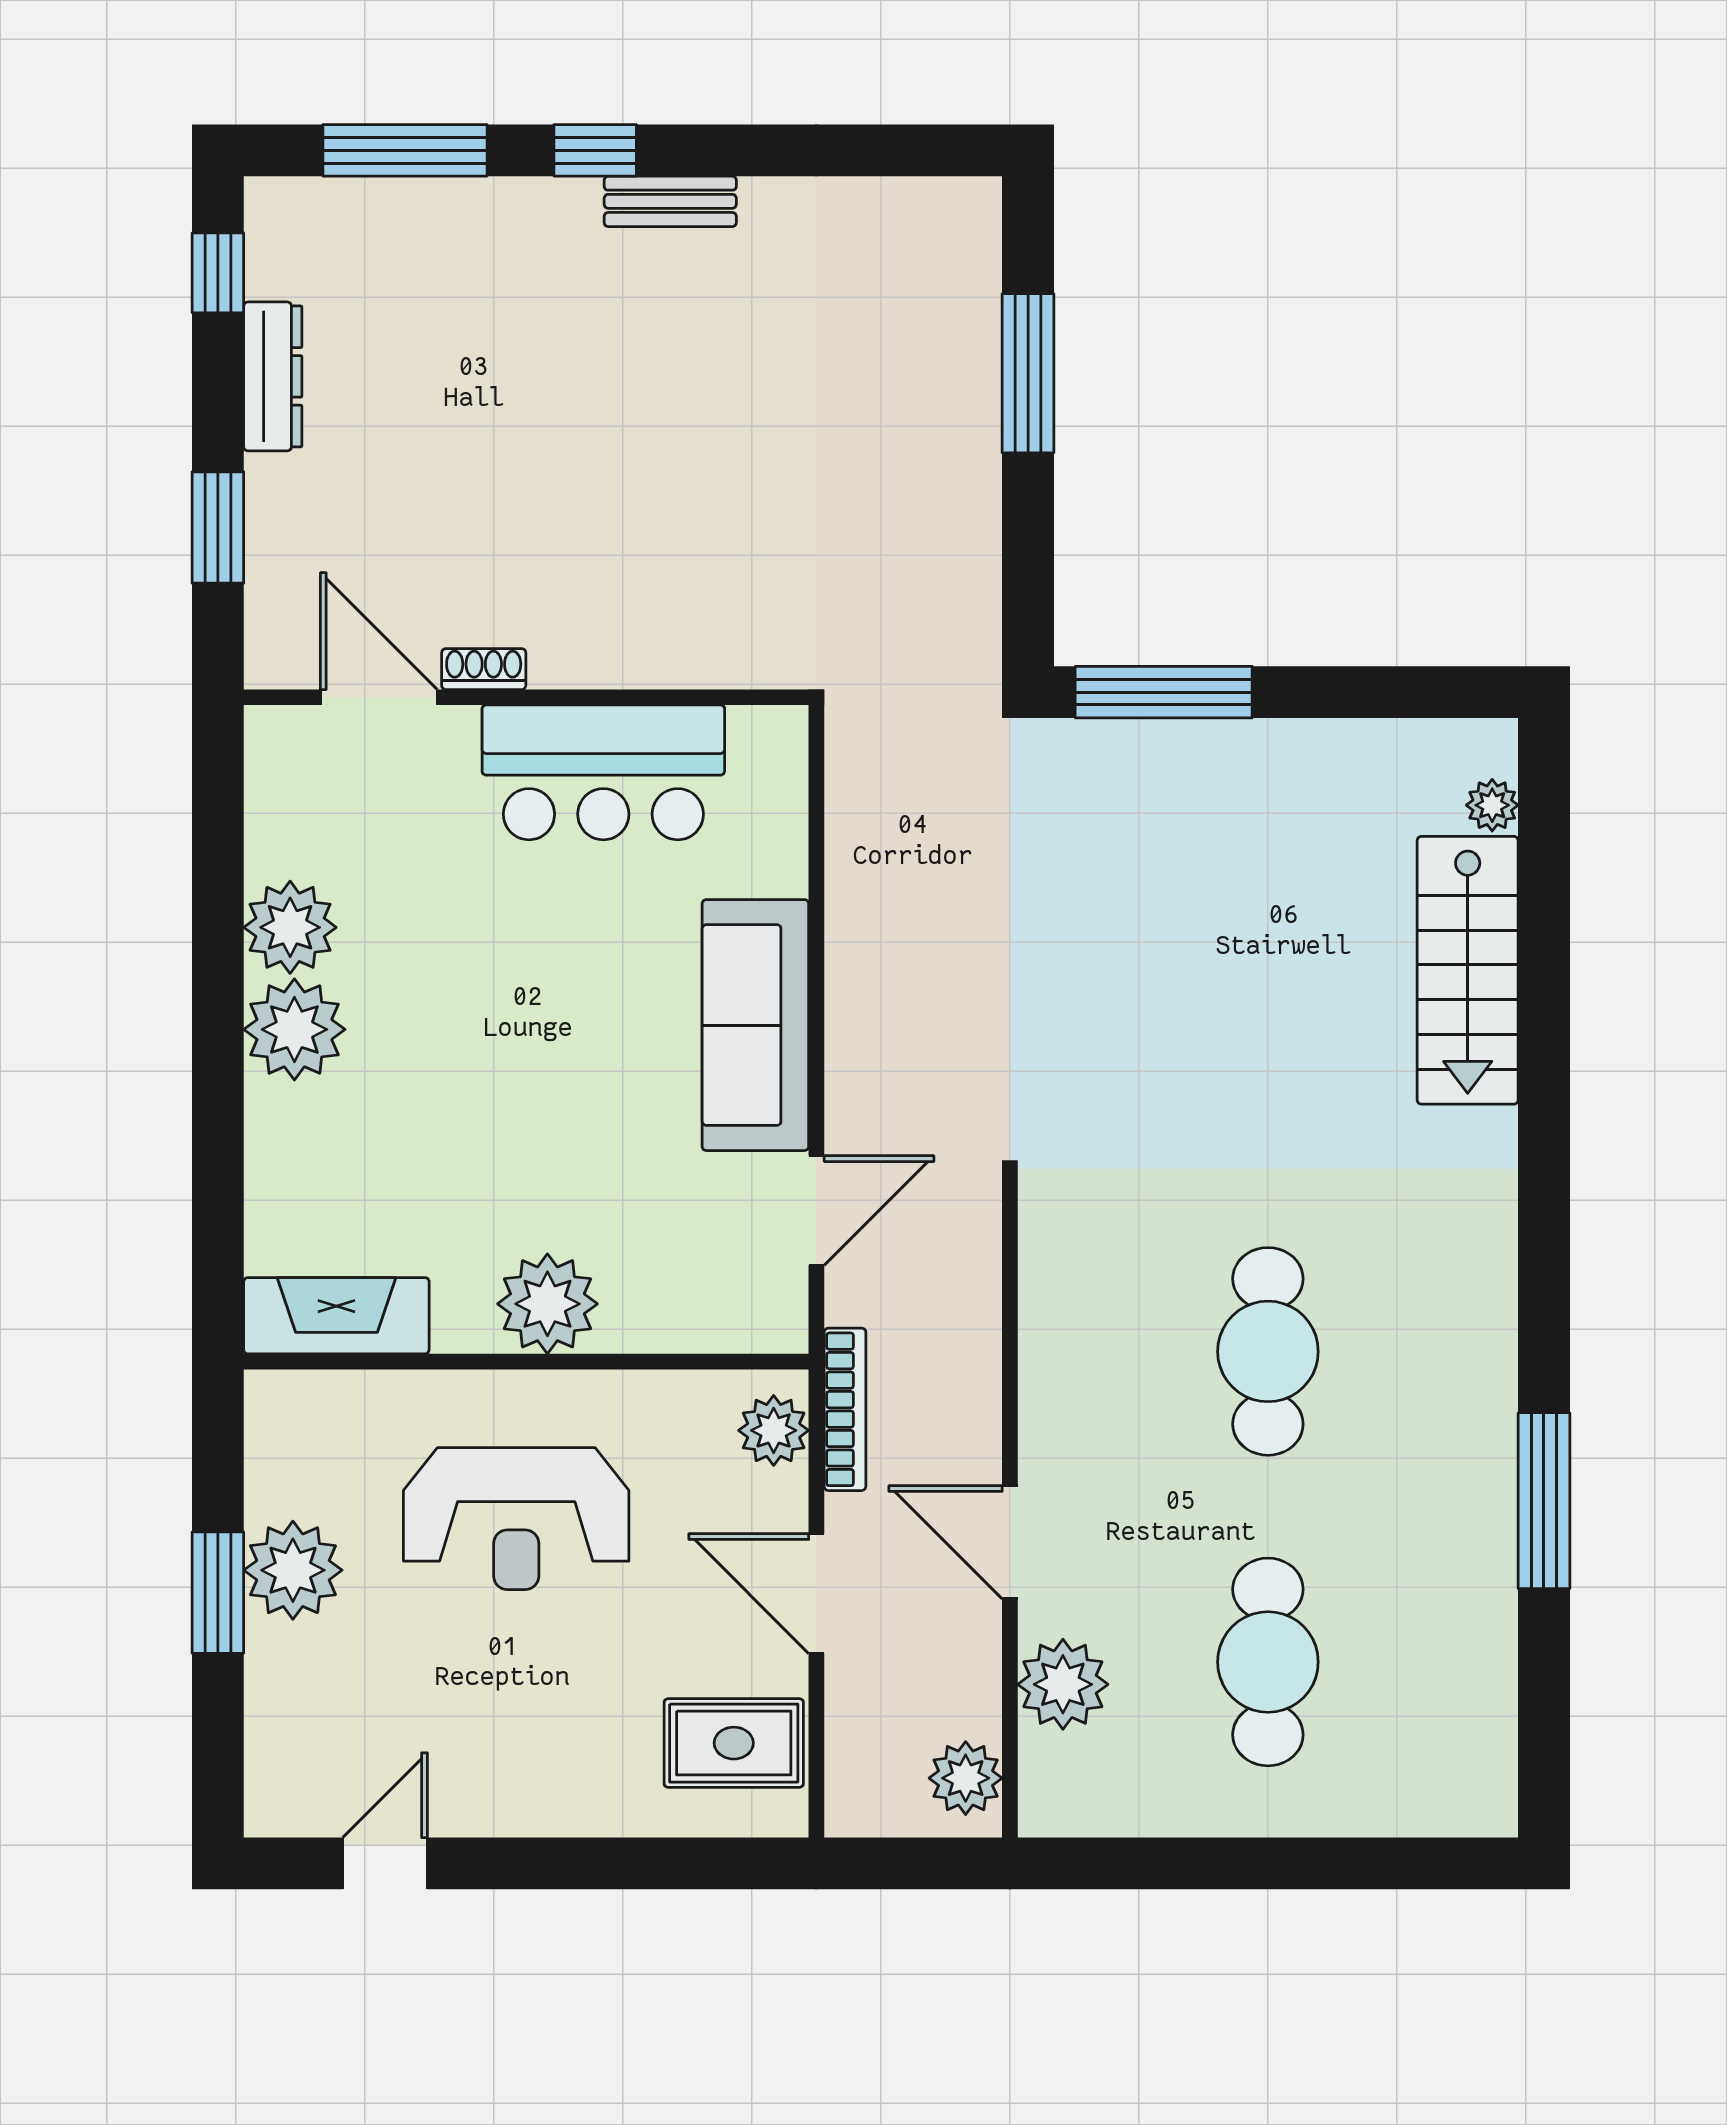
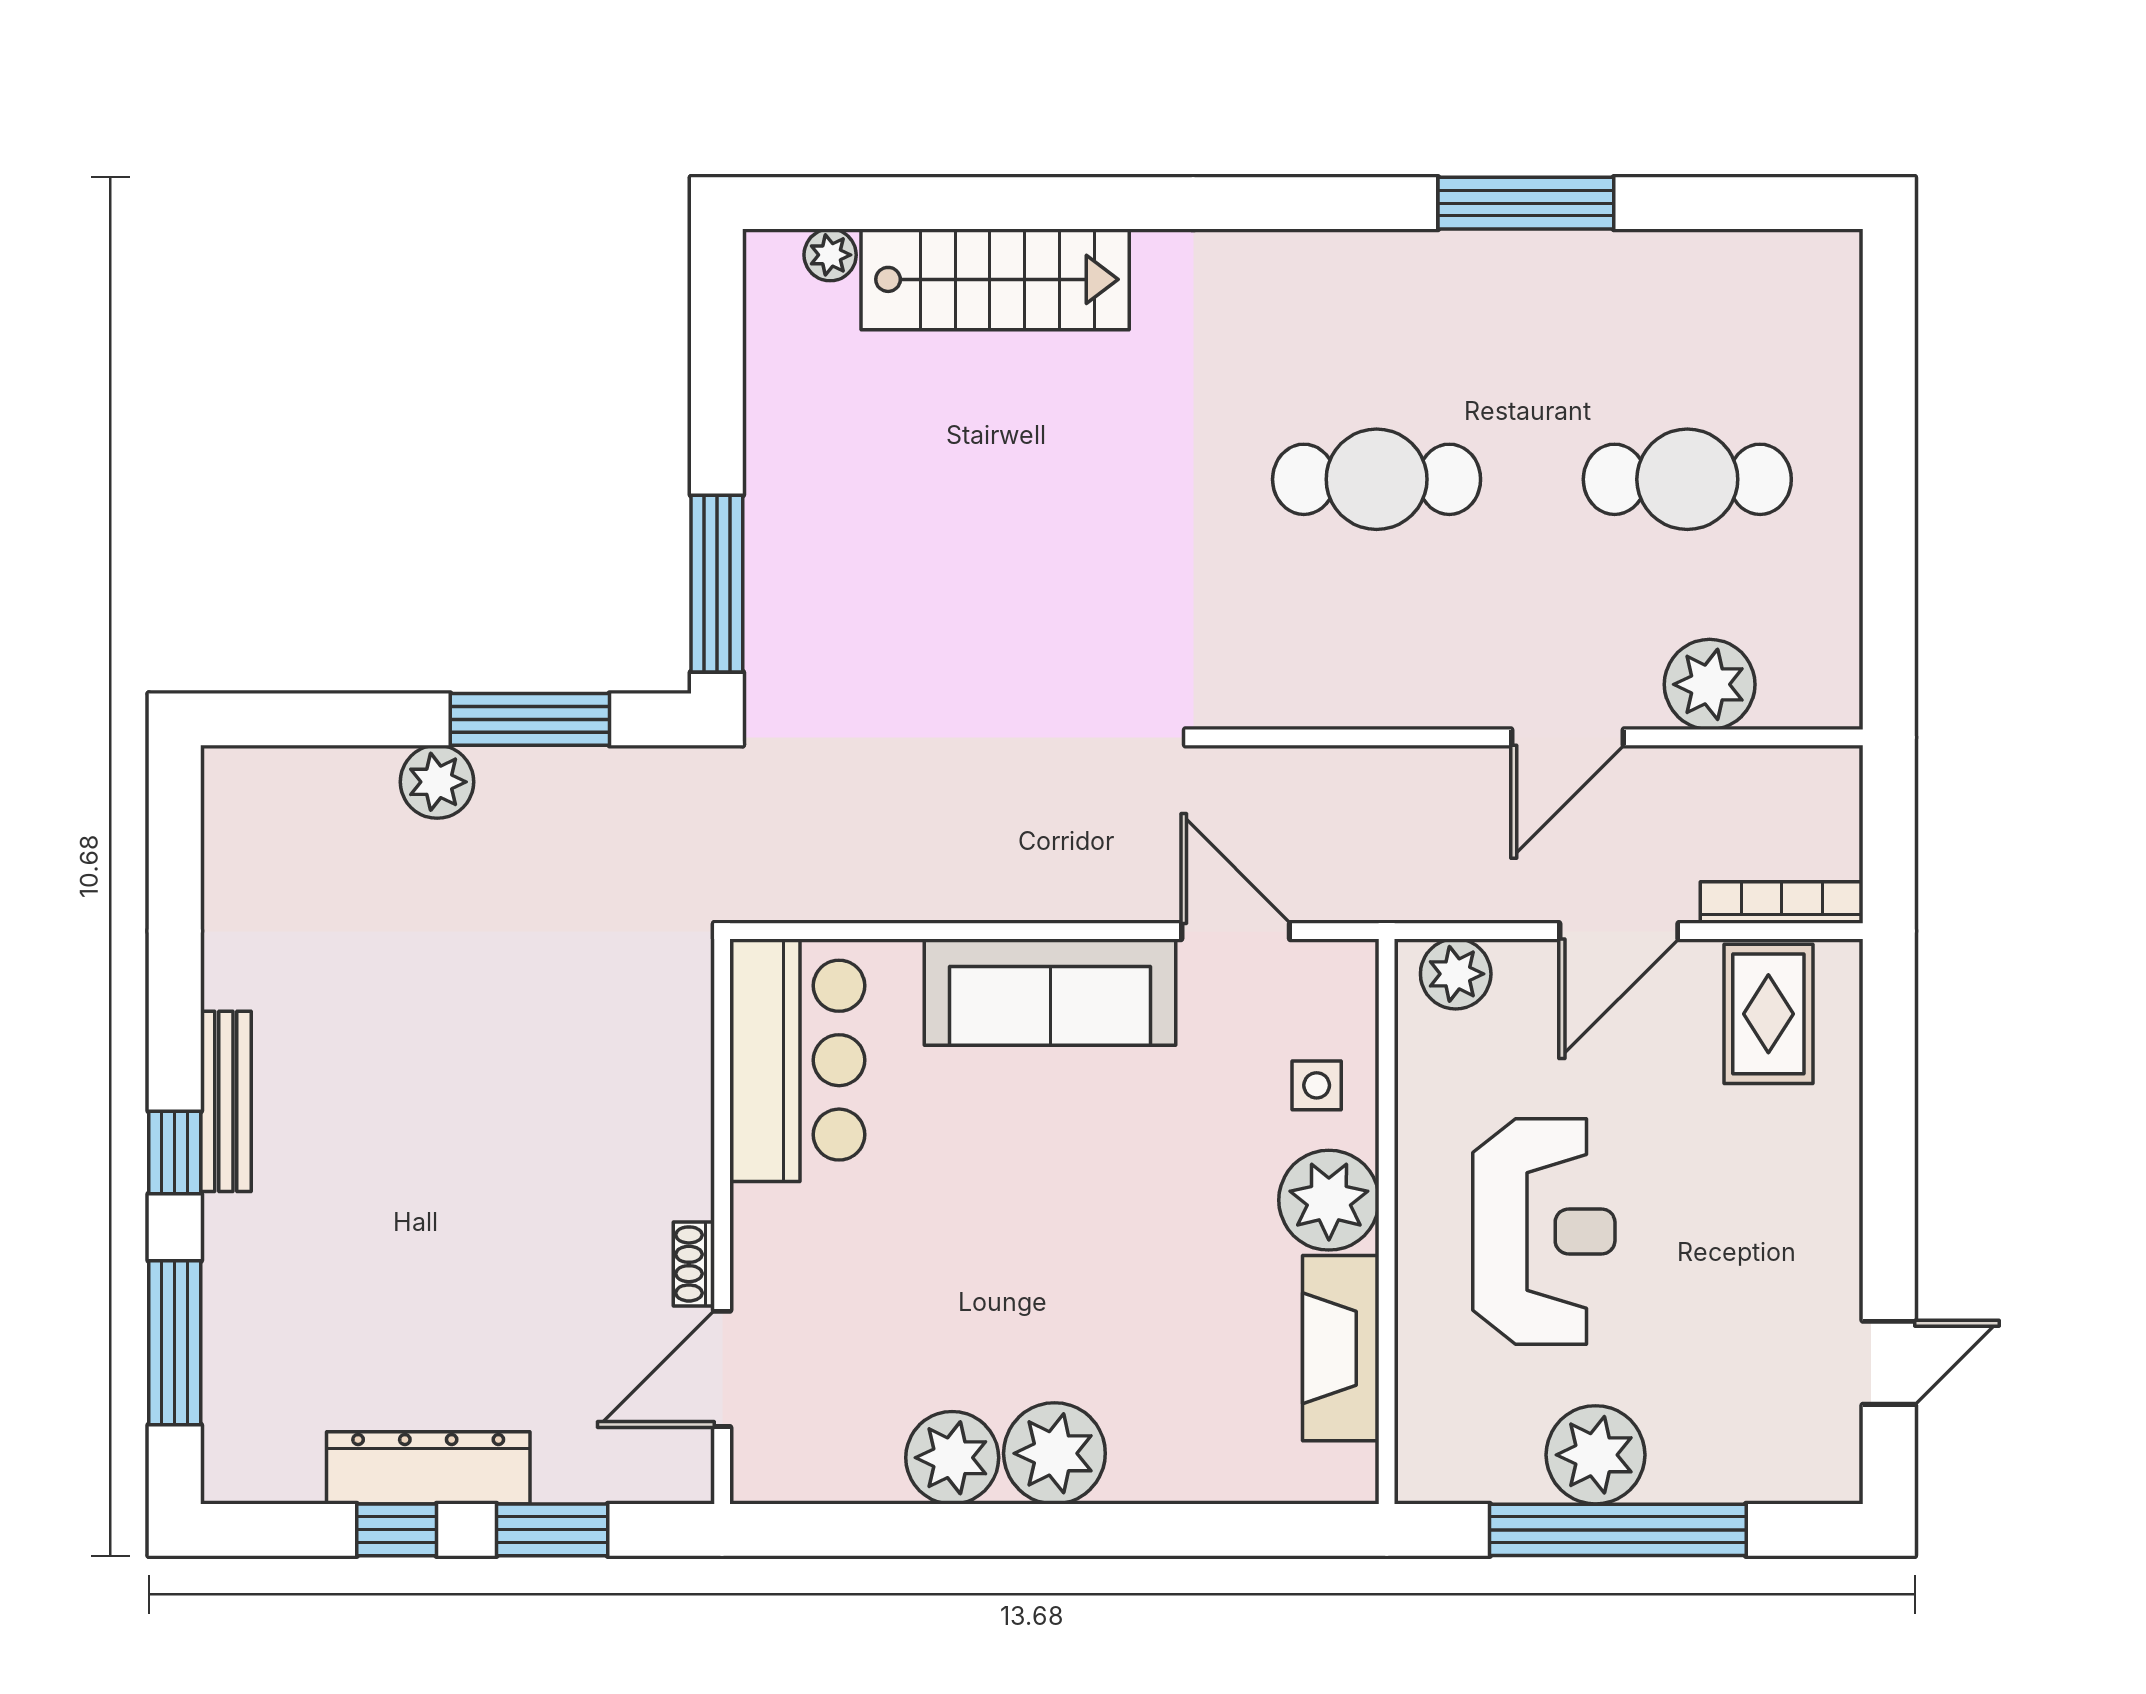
bench: (670, 201) -> (226, 1101), width x1.36
window: (218, 273) -> (397, 1530), moved
window: (1028, 373) -> (530, 719), moved
dresser: (273, 376) -> (428, 1468), width x1.37, depth x1.24
bar counter: (603, 772) -> (797, 1060), moved
side table: (662, 1292) -> (1317, 1085), added
fireplace: (336, 1316) -> (1341, 1348), moved
bookcase: (845, 1409) -> (1782, 902), moved
window: (218, 1593) -> (1618, 1530), width x2.11
plant: (966, 1778) -> (437, 782), moved
door: (385, 1863) -> (1889, 1363), swing flipped

